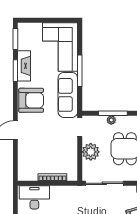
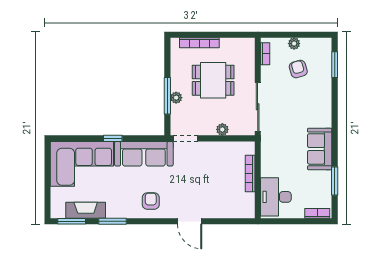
fireplace: (24, 66) -> (86, 210), moved
window: (80, 71) -> (113, 138), width x0.46
armchair: (31, 100) -> (151, 201), width x0.53, depth x0.53
plant: (91, 152) -> (222, 129), width x0.53, depth x0.53

